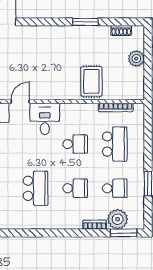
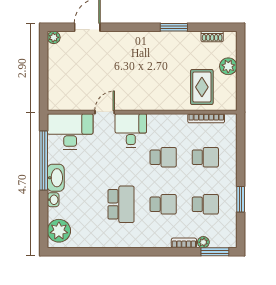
rug: (91, 81) -> (202, 87), moved
school desk: (115, 144) -> (205, 157), width x0.54
plant: (118, 219) -> (203, 242), width x0.53, depth x0.53

